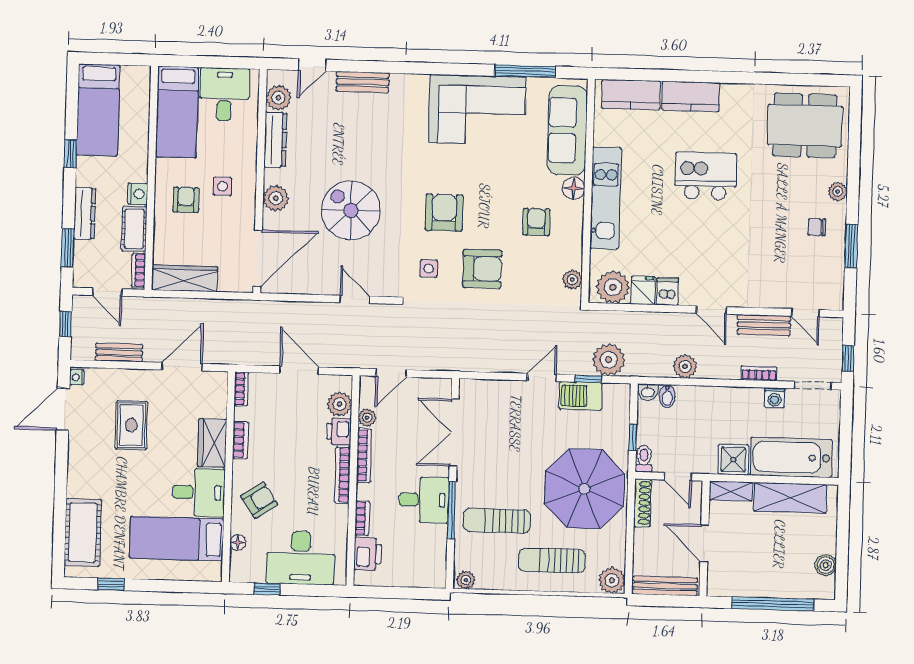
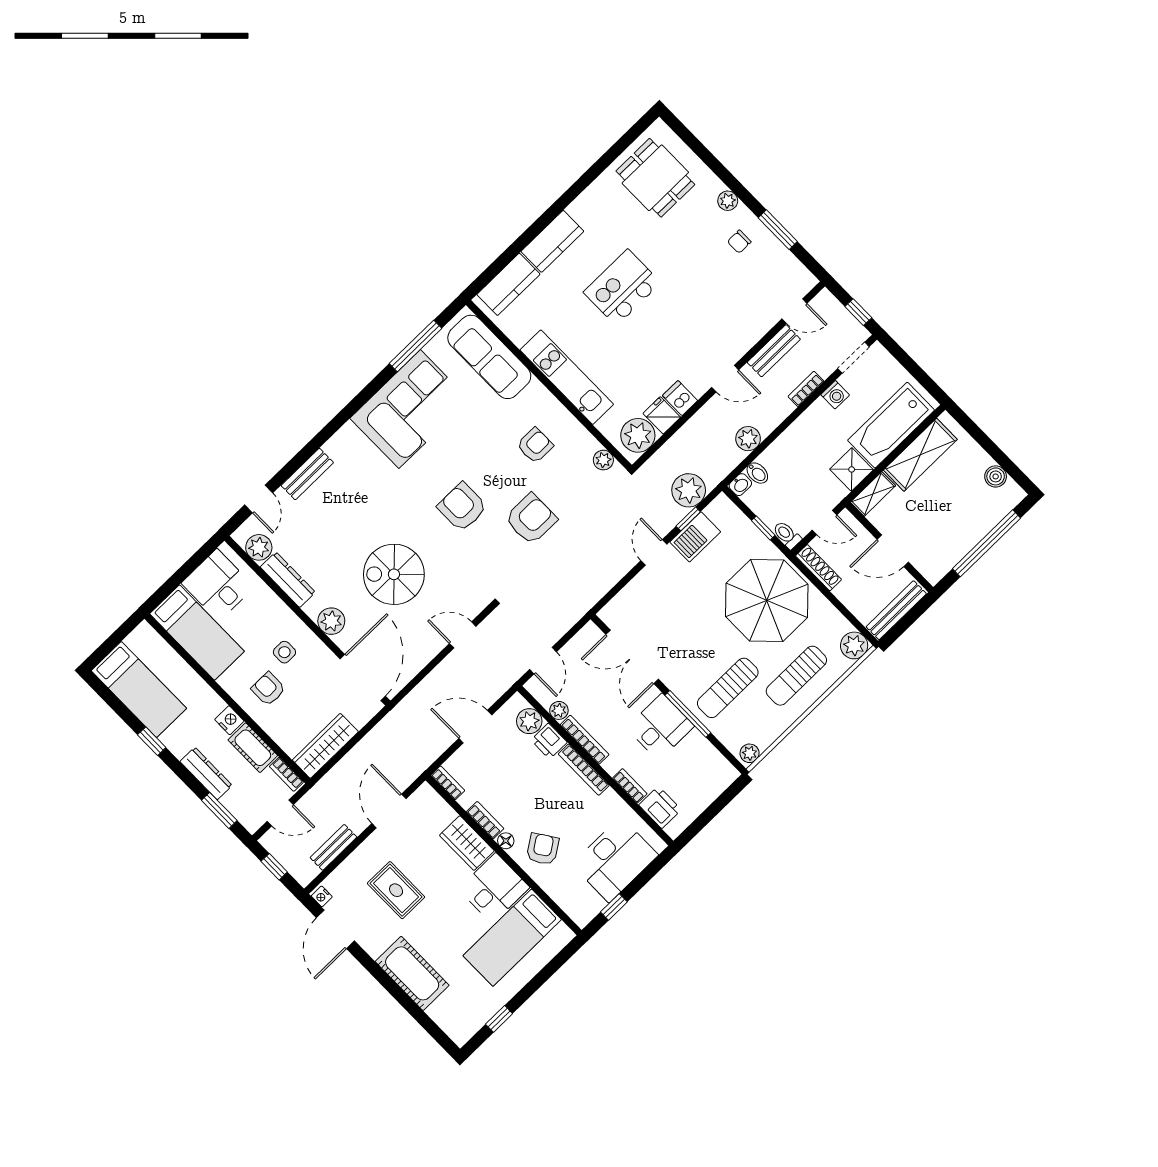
dining table: (805, 125) -> (655, 178), width x0.73
floor lamp: (574, 188) -> (537, 394), removed
armchair: (536, 222) -> (535, 445), turned 90
side table: (429, 269) -> (493, 558), removed
cot: (83, 532) -> (412, 973), moved
floor lamp: (238, 543) -> (506, 841), moved

